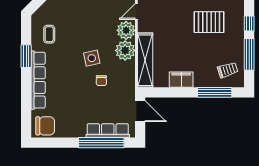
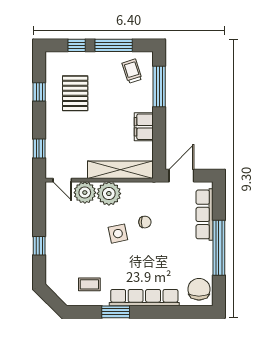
window: (101, 143) -> (219, 248), moved

